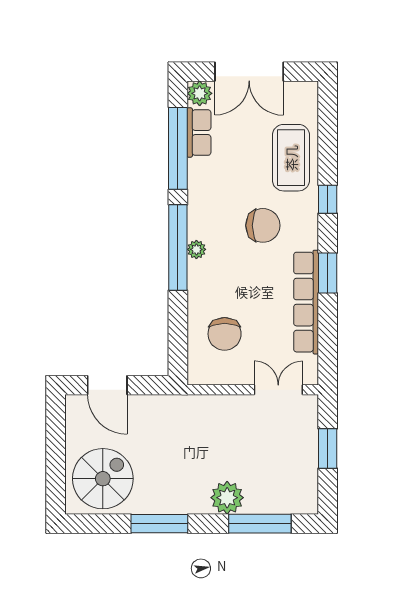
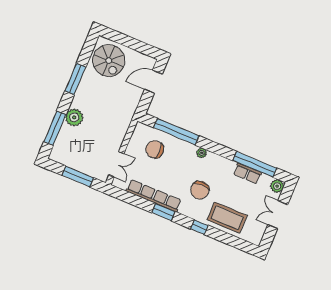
double door: (249, 72) -> (278, 215), width x0.73
row of seats: (199, 133) -> (247, 173), moved
window: (178, 248) -> (176, 132), moved
window: (328, 448) -> (78, 176), width x1.44

